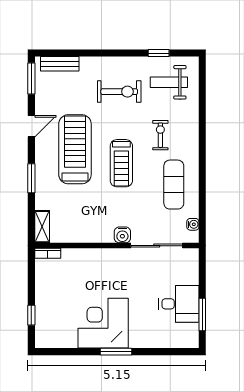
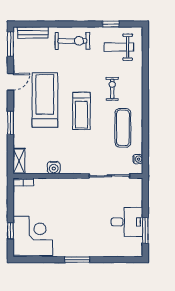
exercise bike: (119, 92) -> (72, 41), moved
water cooler: (122, 235) -> (54, 168), moved
corner desk: (103, 323) -> (33, 236), moved, turned 90

